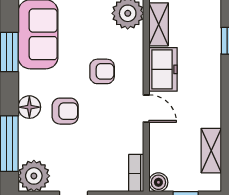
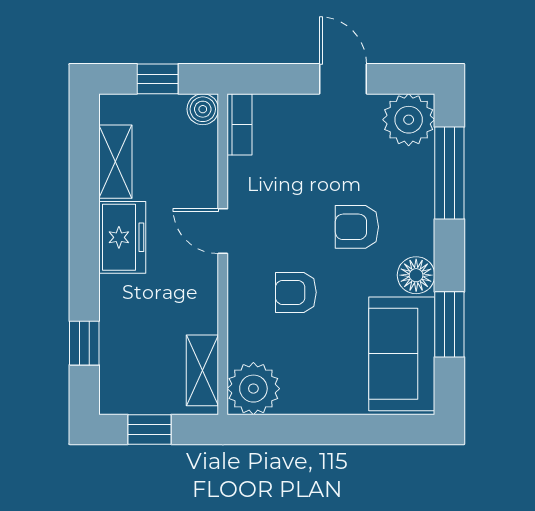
freezer: (163, 69) -> (122, 237), moved, turned 180
floor lamp: (29, 107) -> (416, 275), moved

